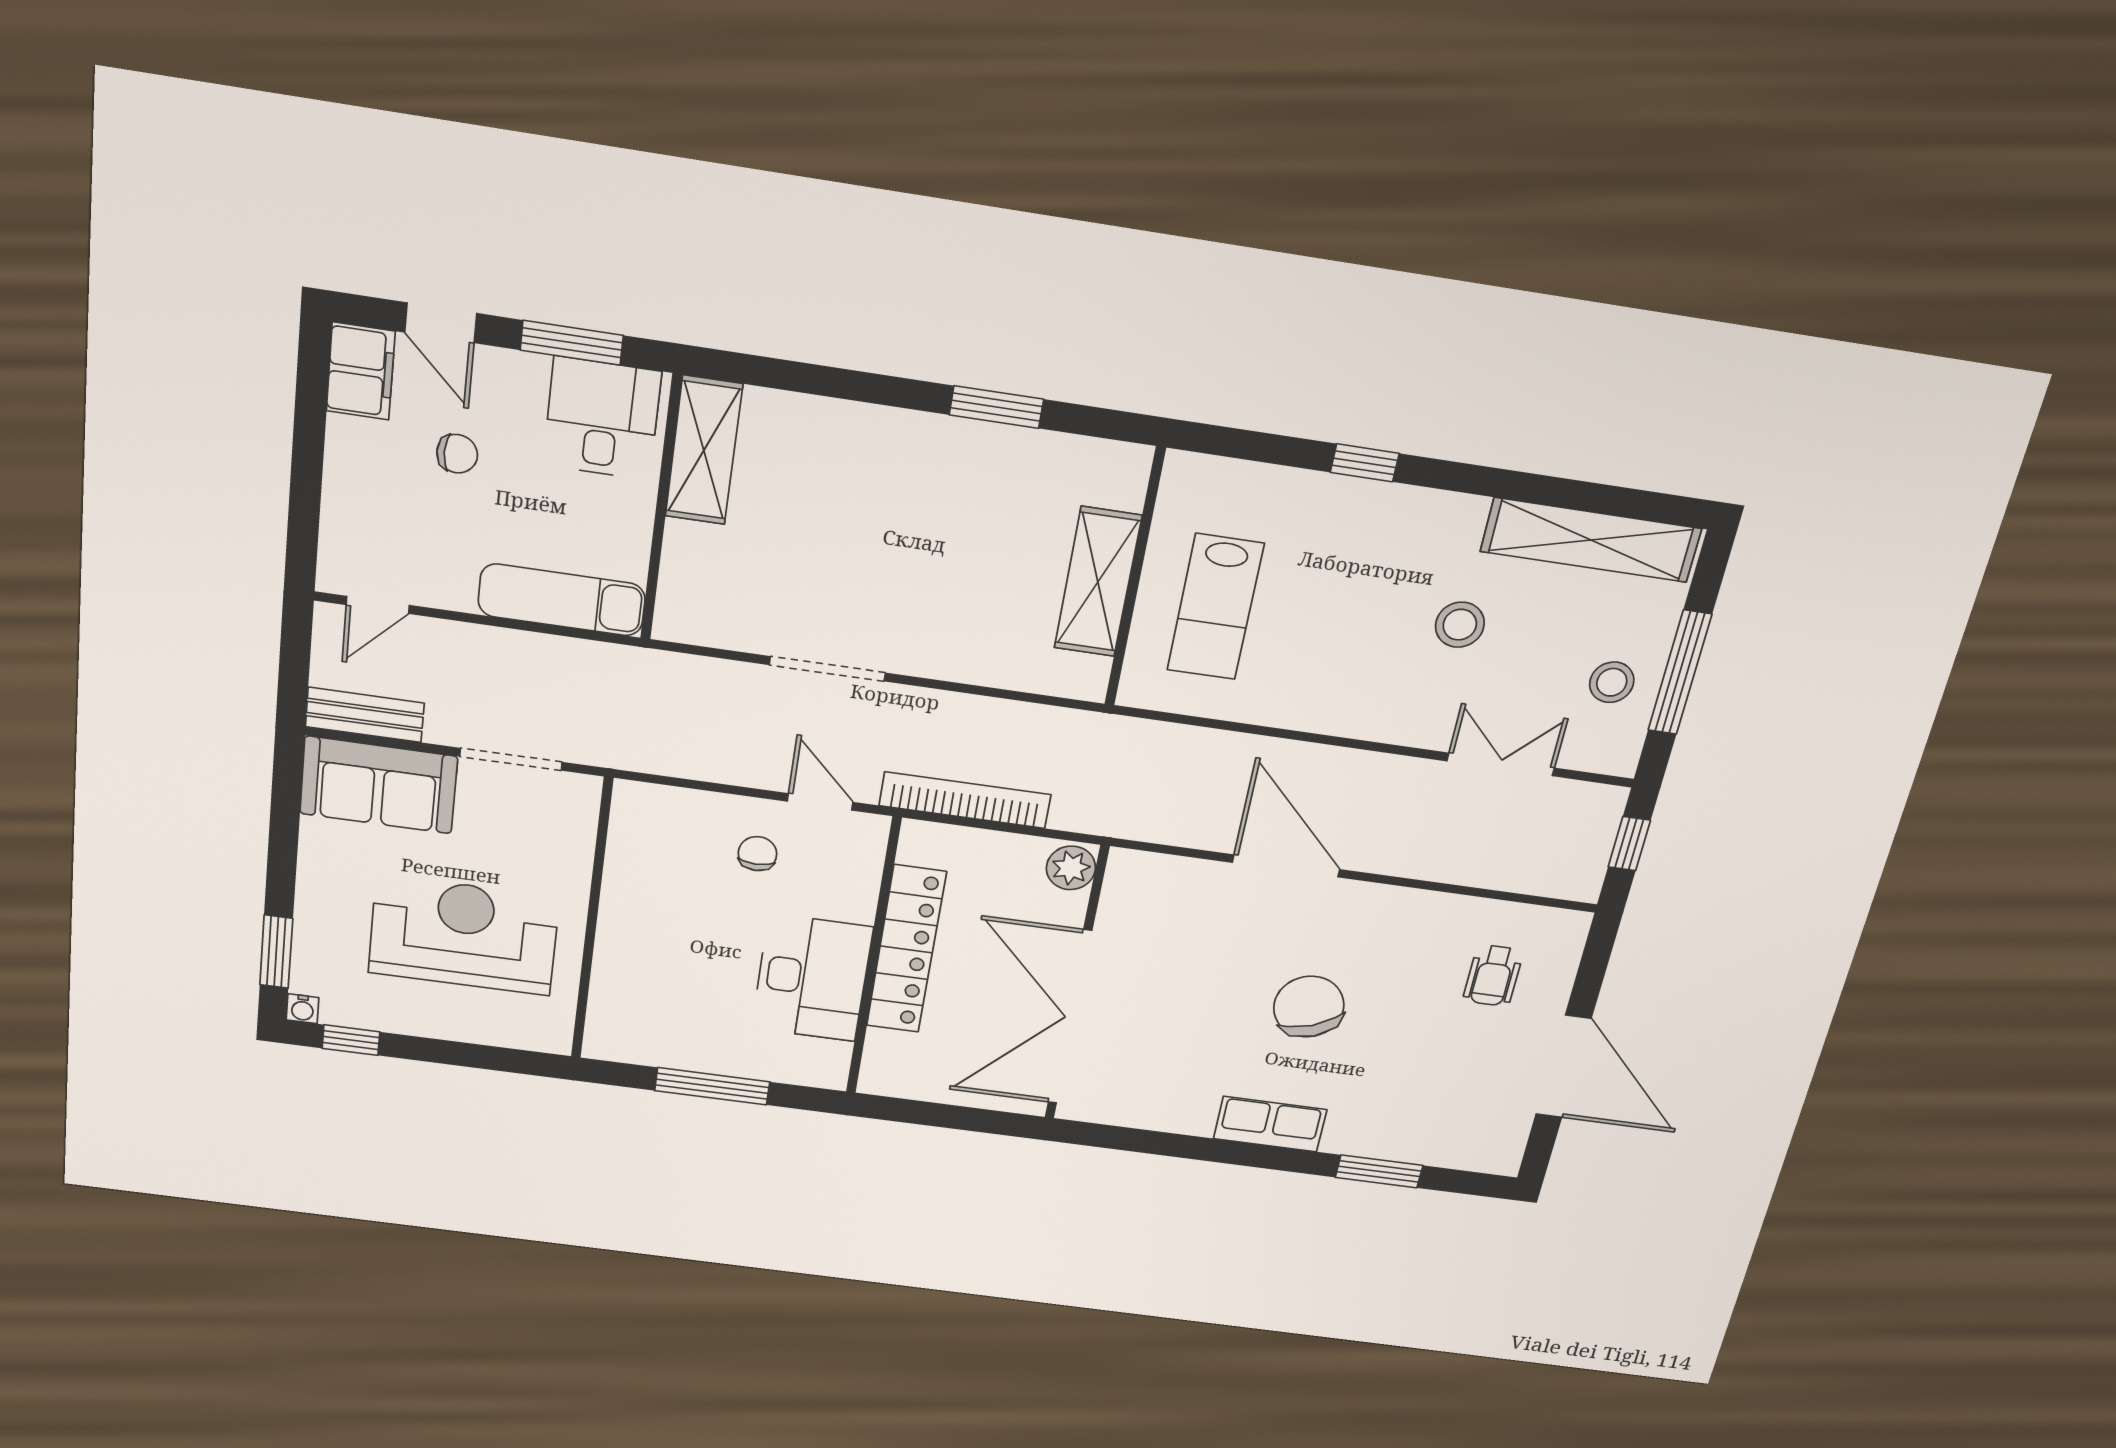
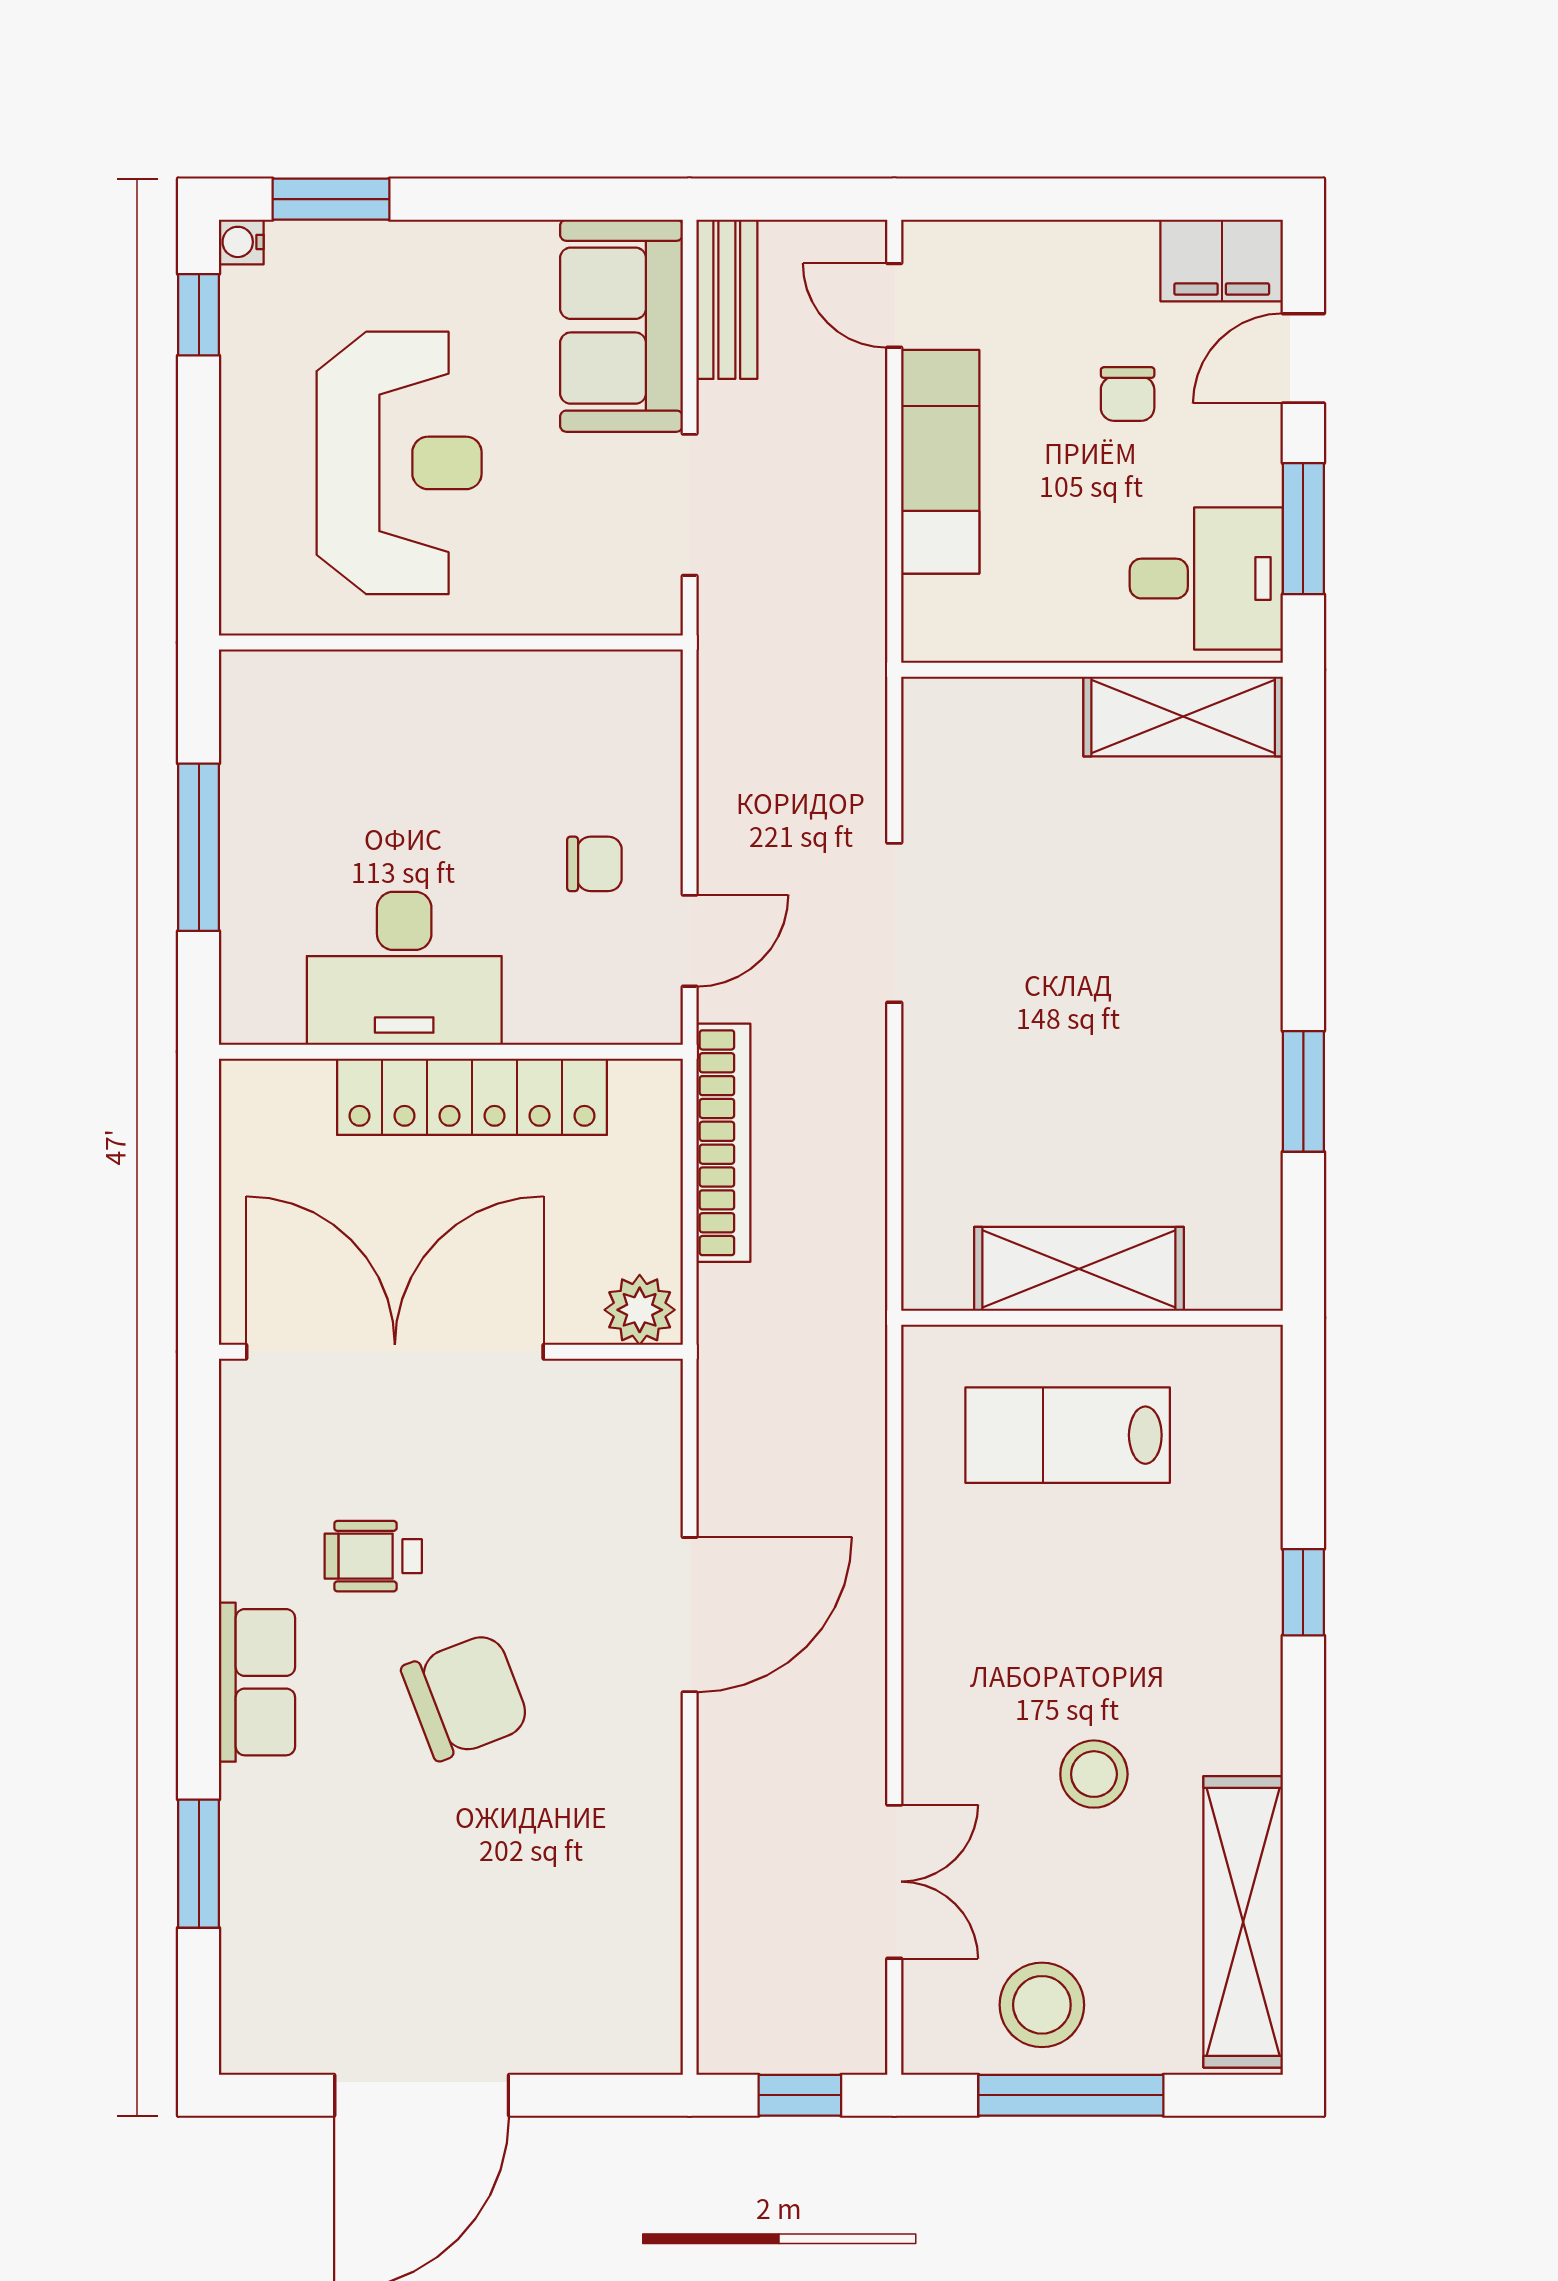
exam couch: (562, 600) -> (940, 462), moved
stool: (1612, 682) -> (1042, 2005), width x1.38, depth x1.38
wheelchair: (1493, 976) -> (373, 1556), moved

